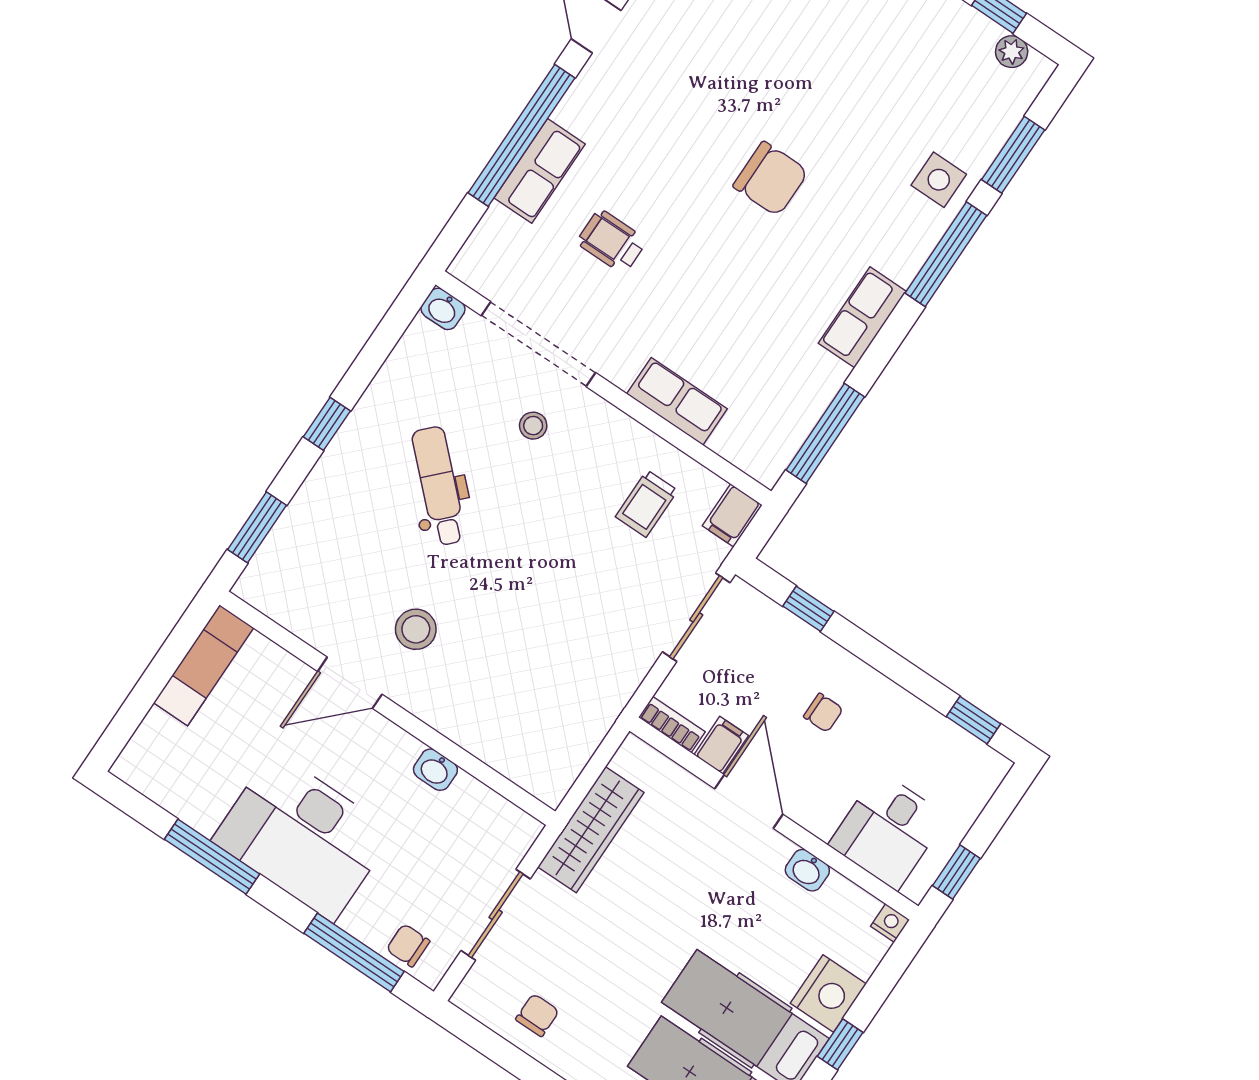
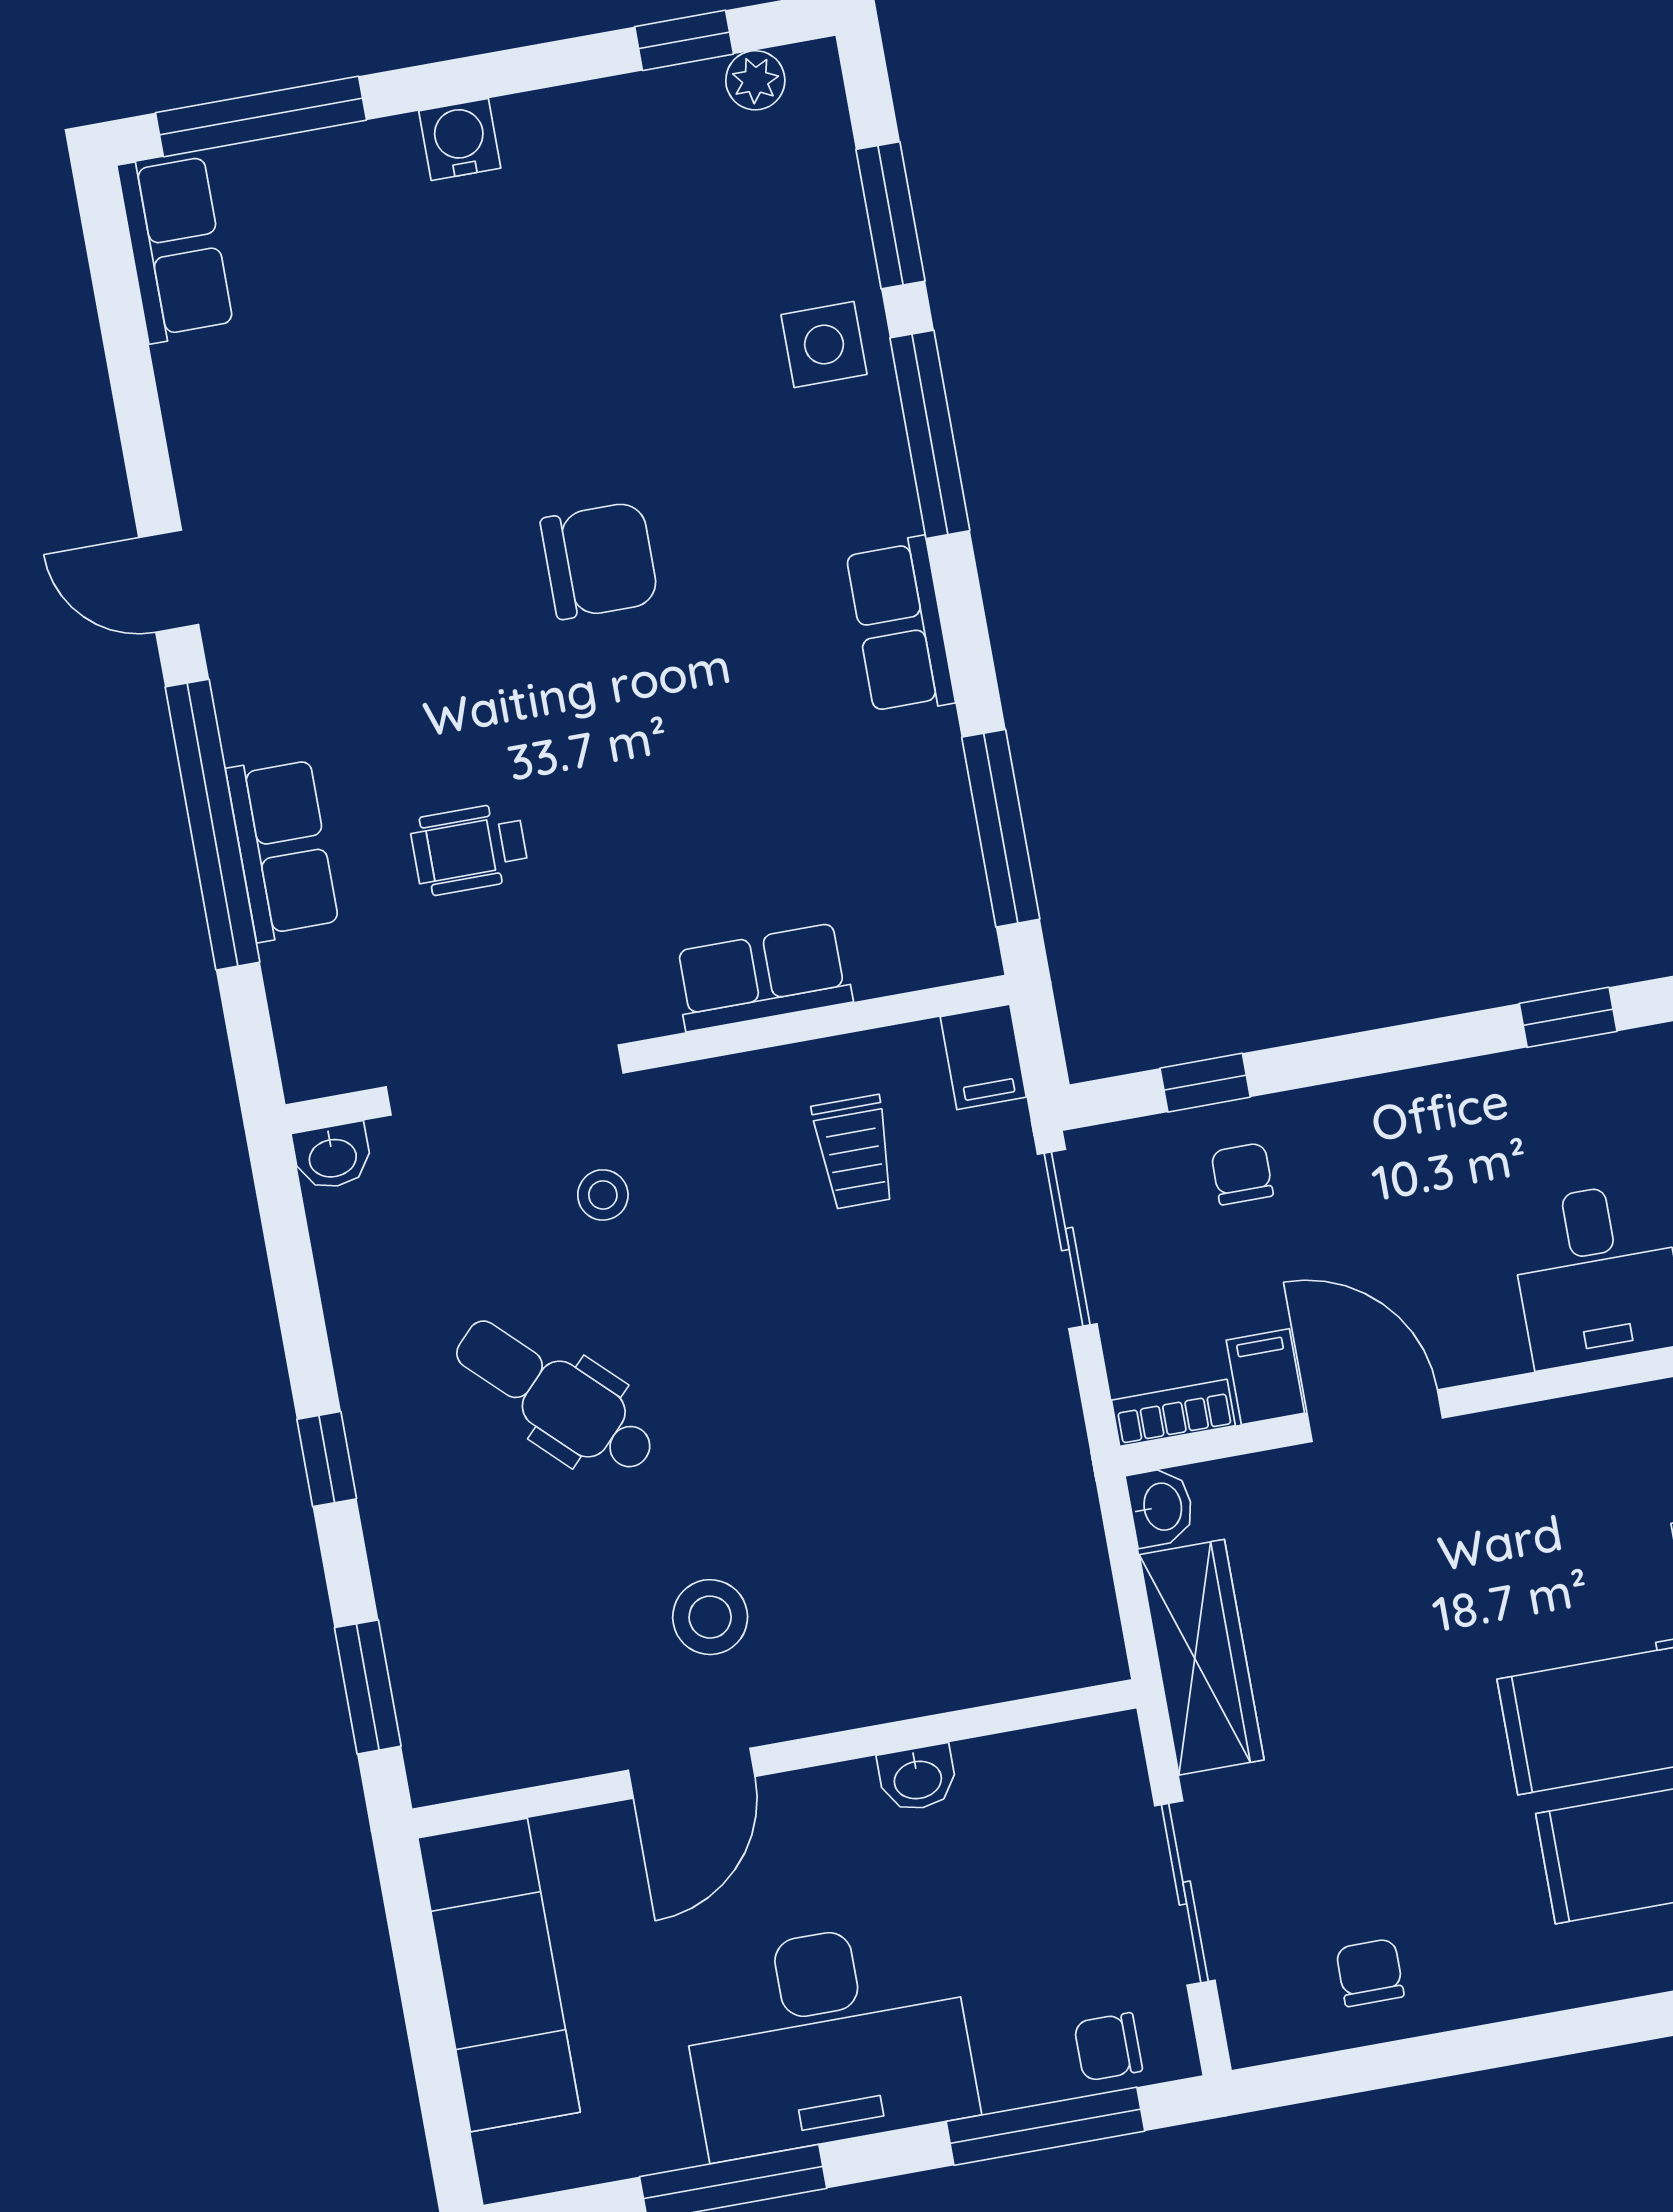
exam couch: (204, 665) -> (499, 1975), width x1.36, depth x1.45
chair: (823, 713) -> (1242, 1174), moved, turned -90
washbasin: (807, 870) -> (1161, 1507), moved, turned -90

